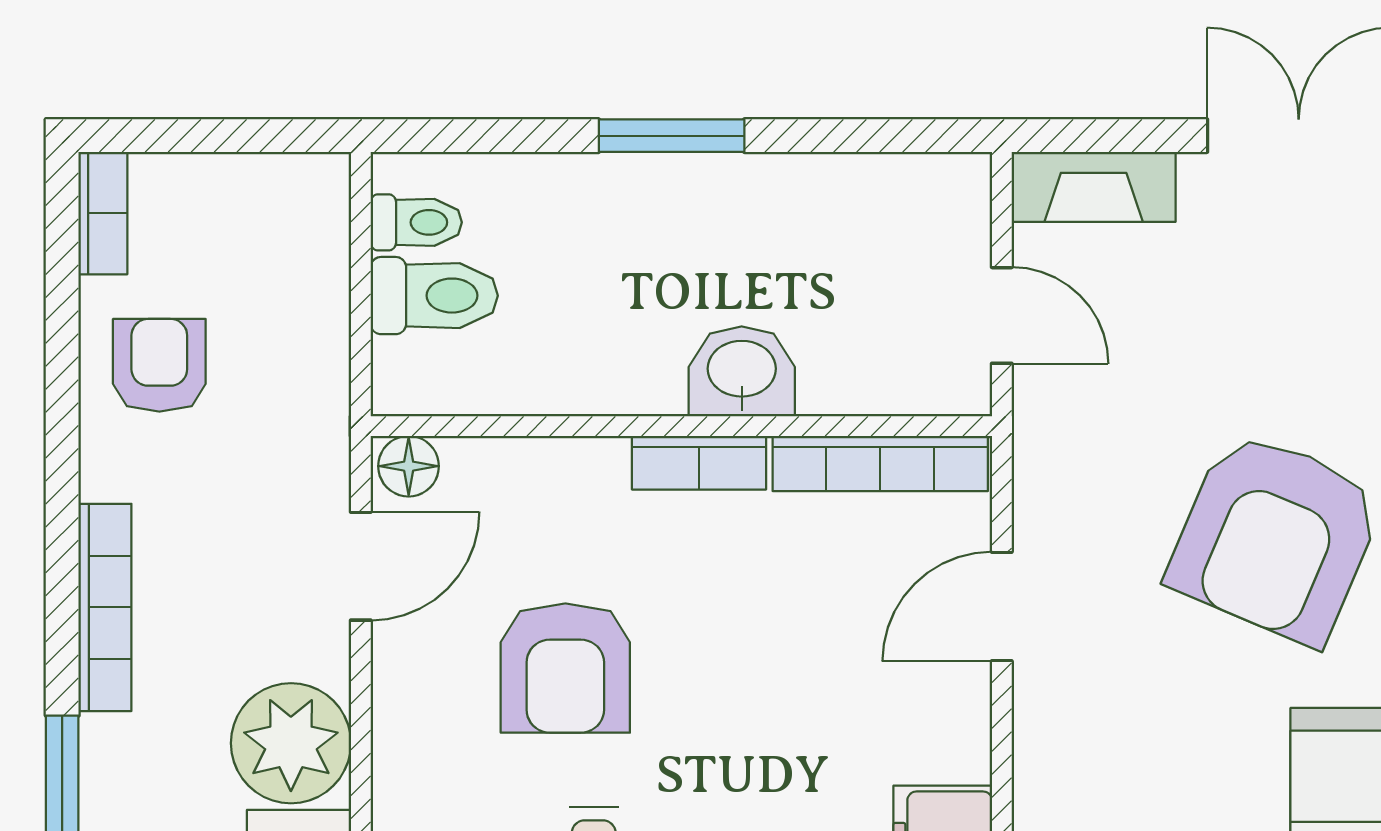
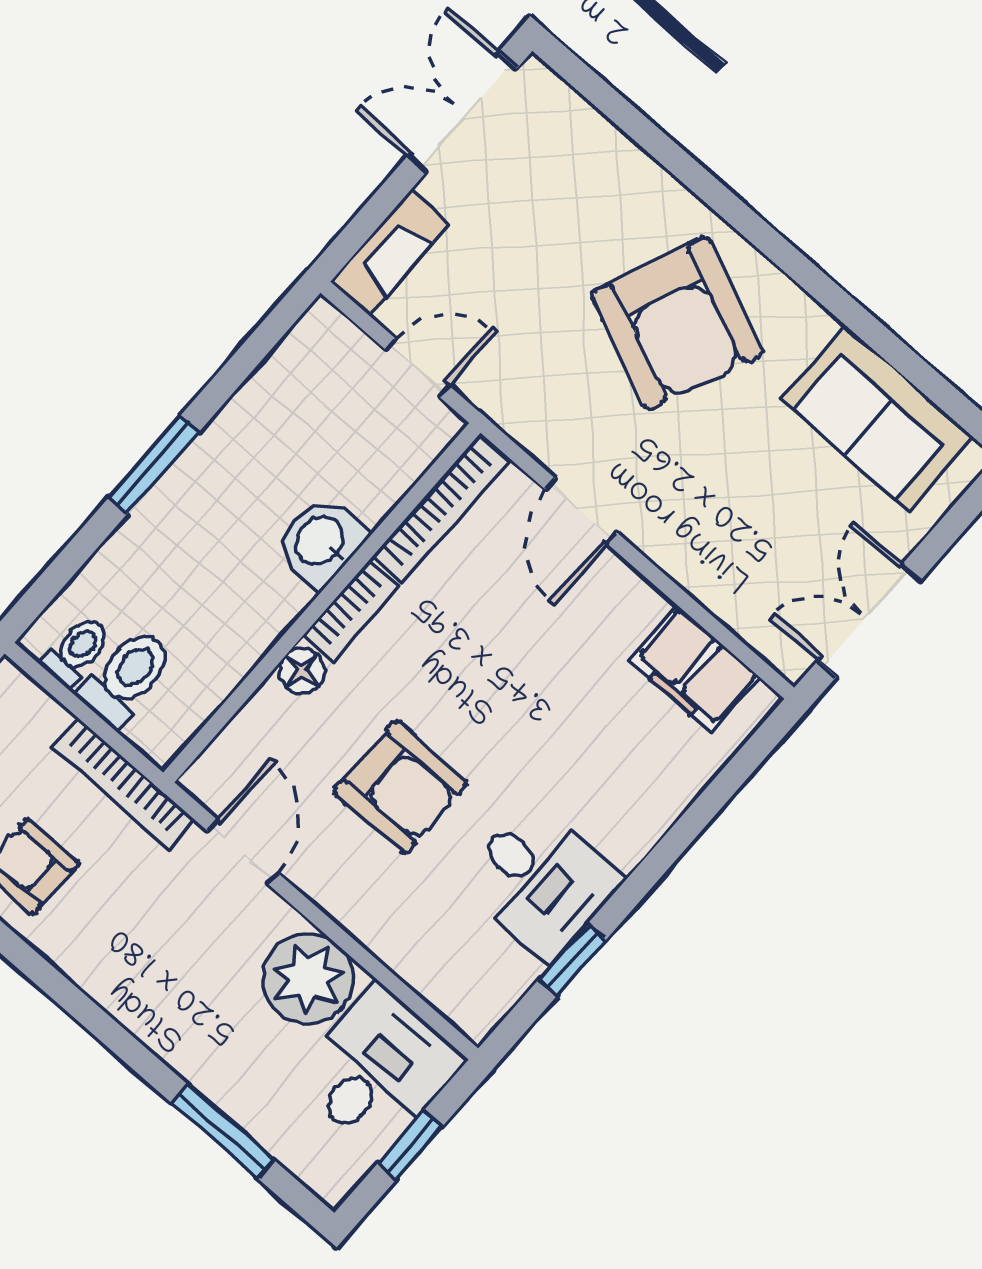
floor lamp: (409, 466) -> (302, 671), moved
bookcase: (105, 607) -> (123, 784), moved, turned 180

